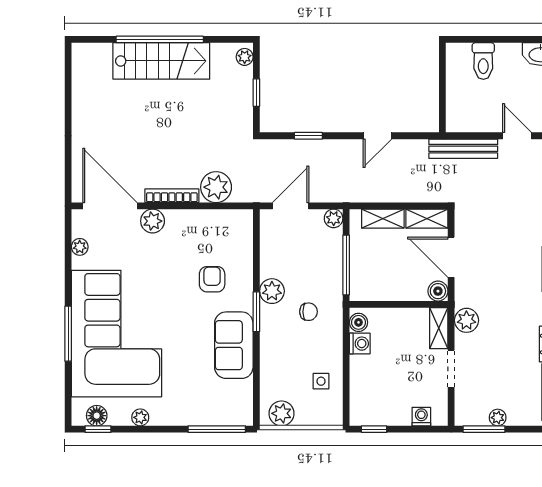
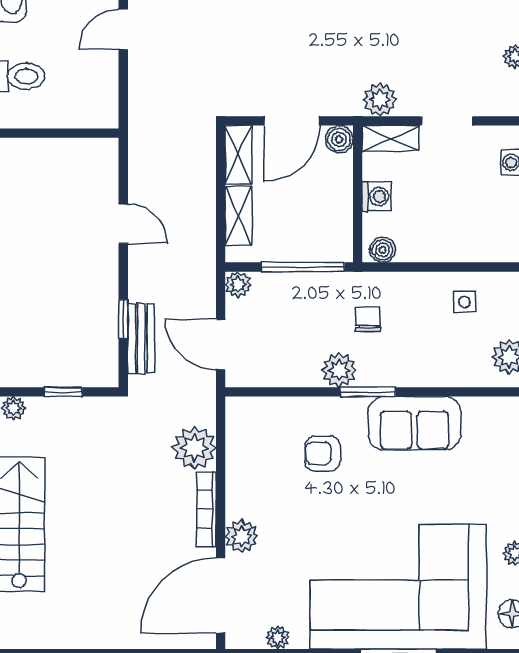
bench: (463, 149) -> (141, 338), moved, width x0.73
washing machine: (360, 344) -> (377, 196), moved, turned 90

